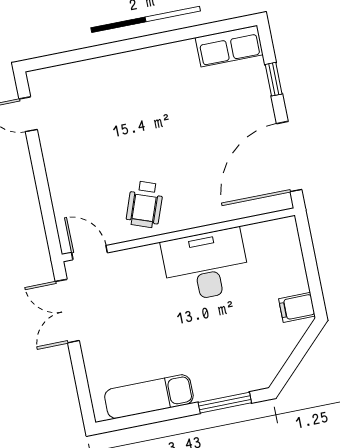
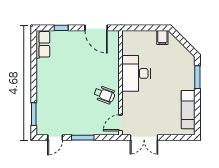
window: (71, 57) -> (34, 114), added
door: (289, 157) -> (96, 28), width x0.73
window: (40, 175) -> (83, 138), added

